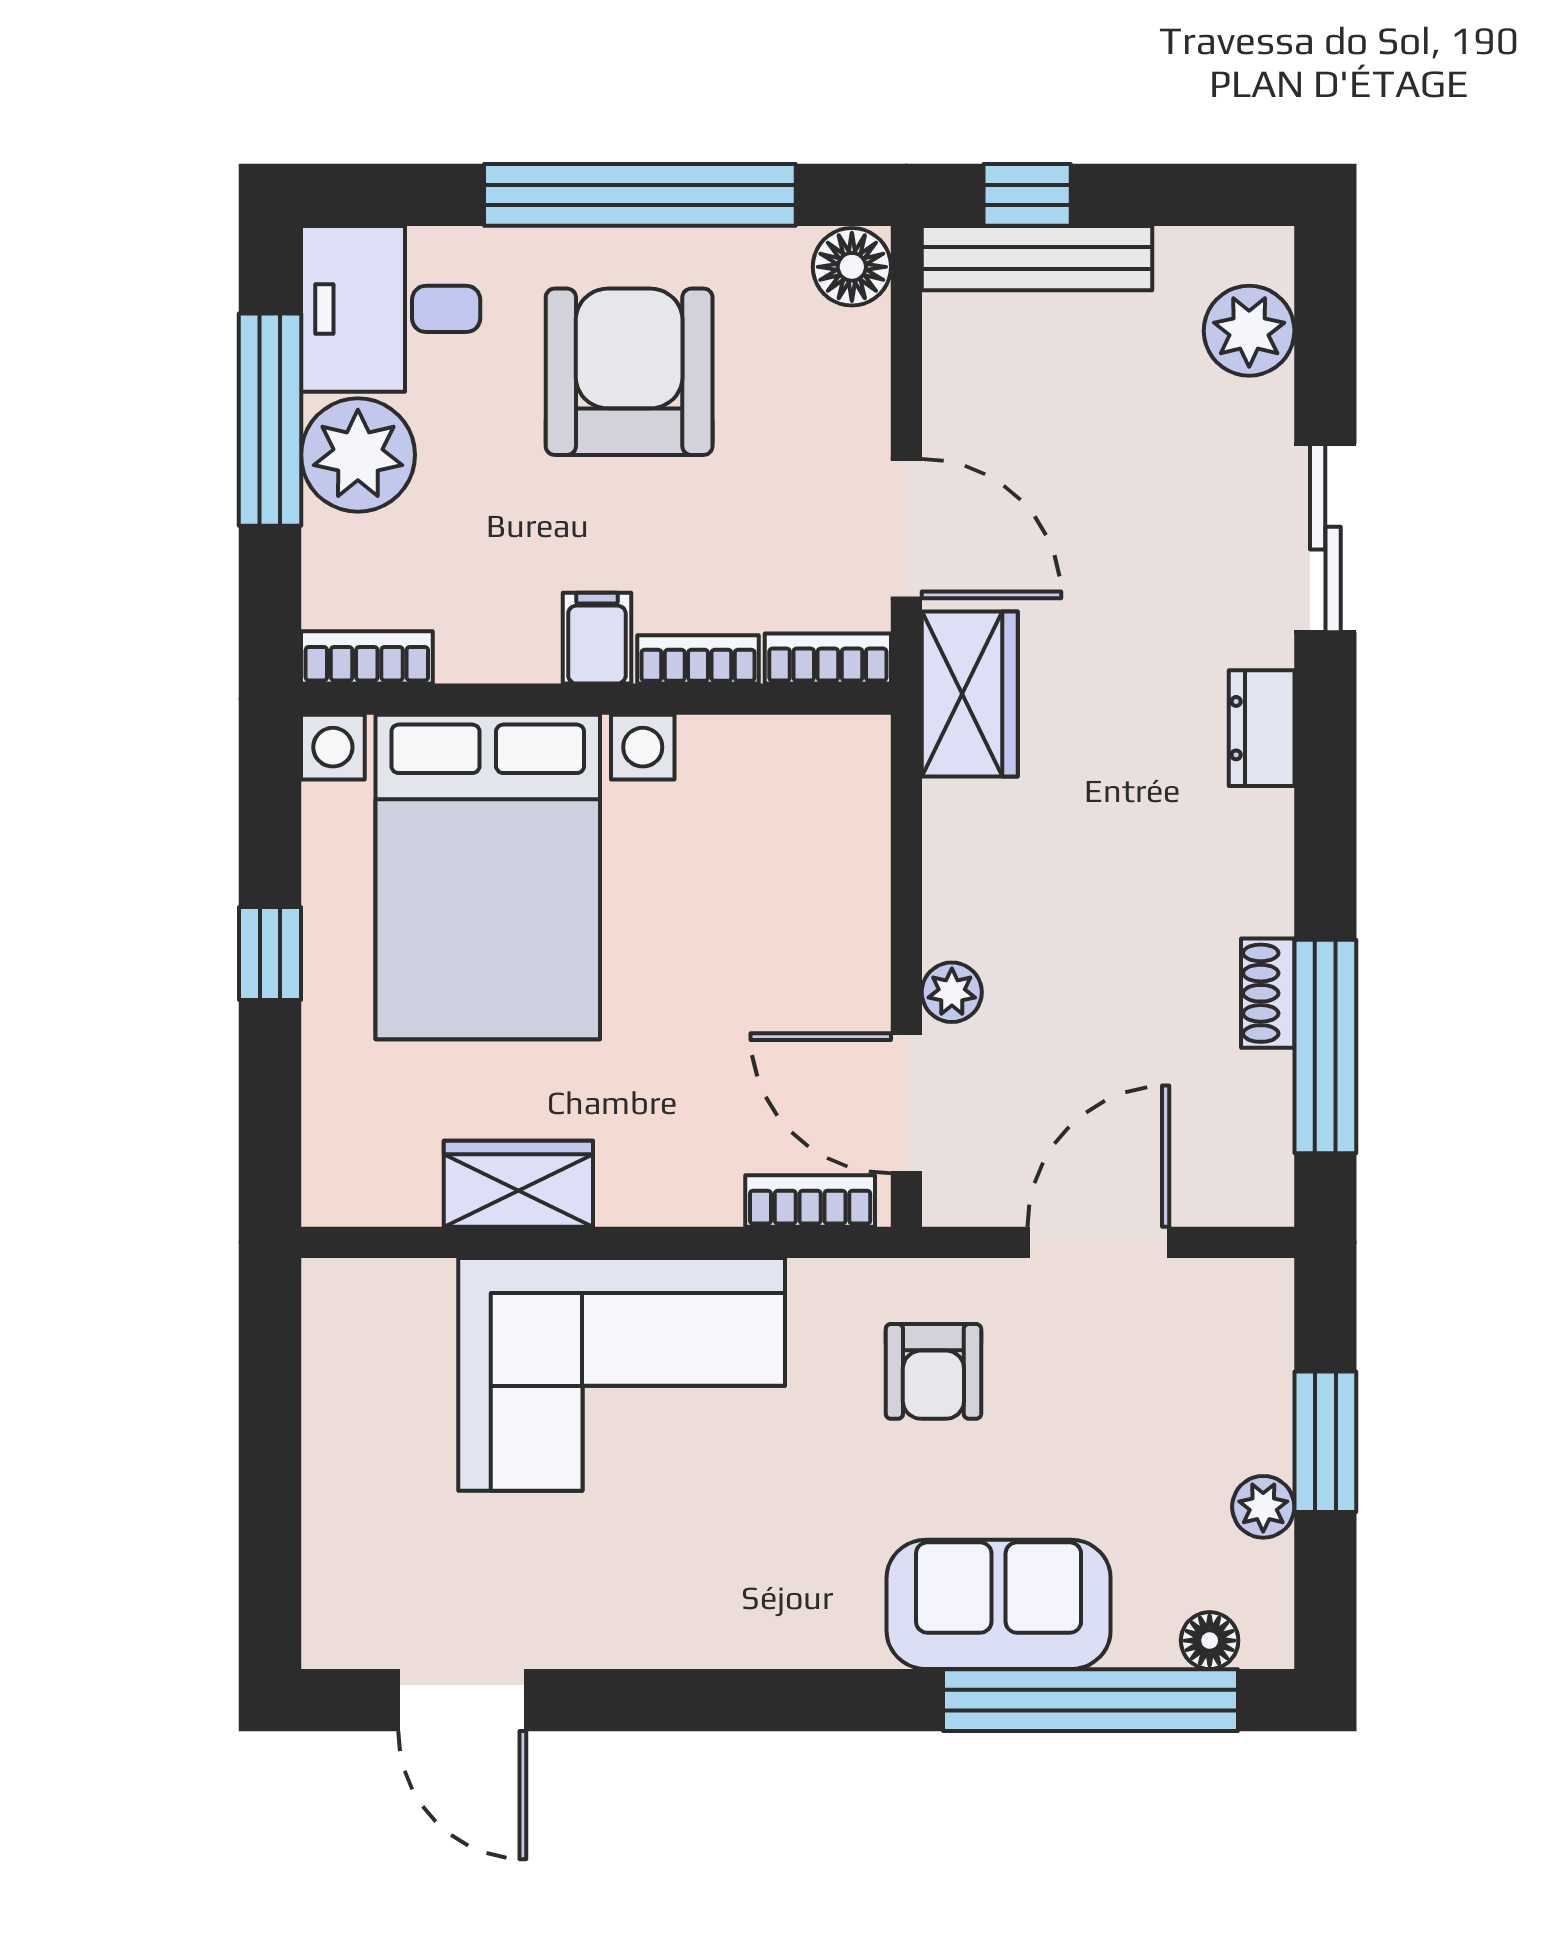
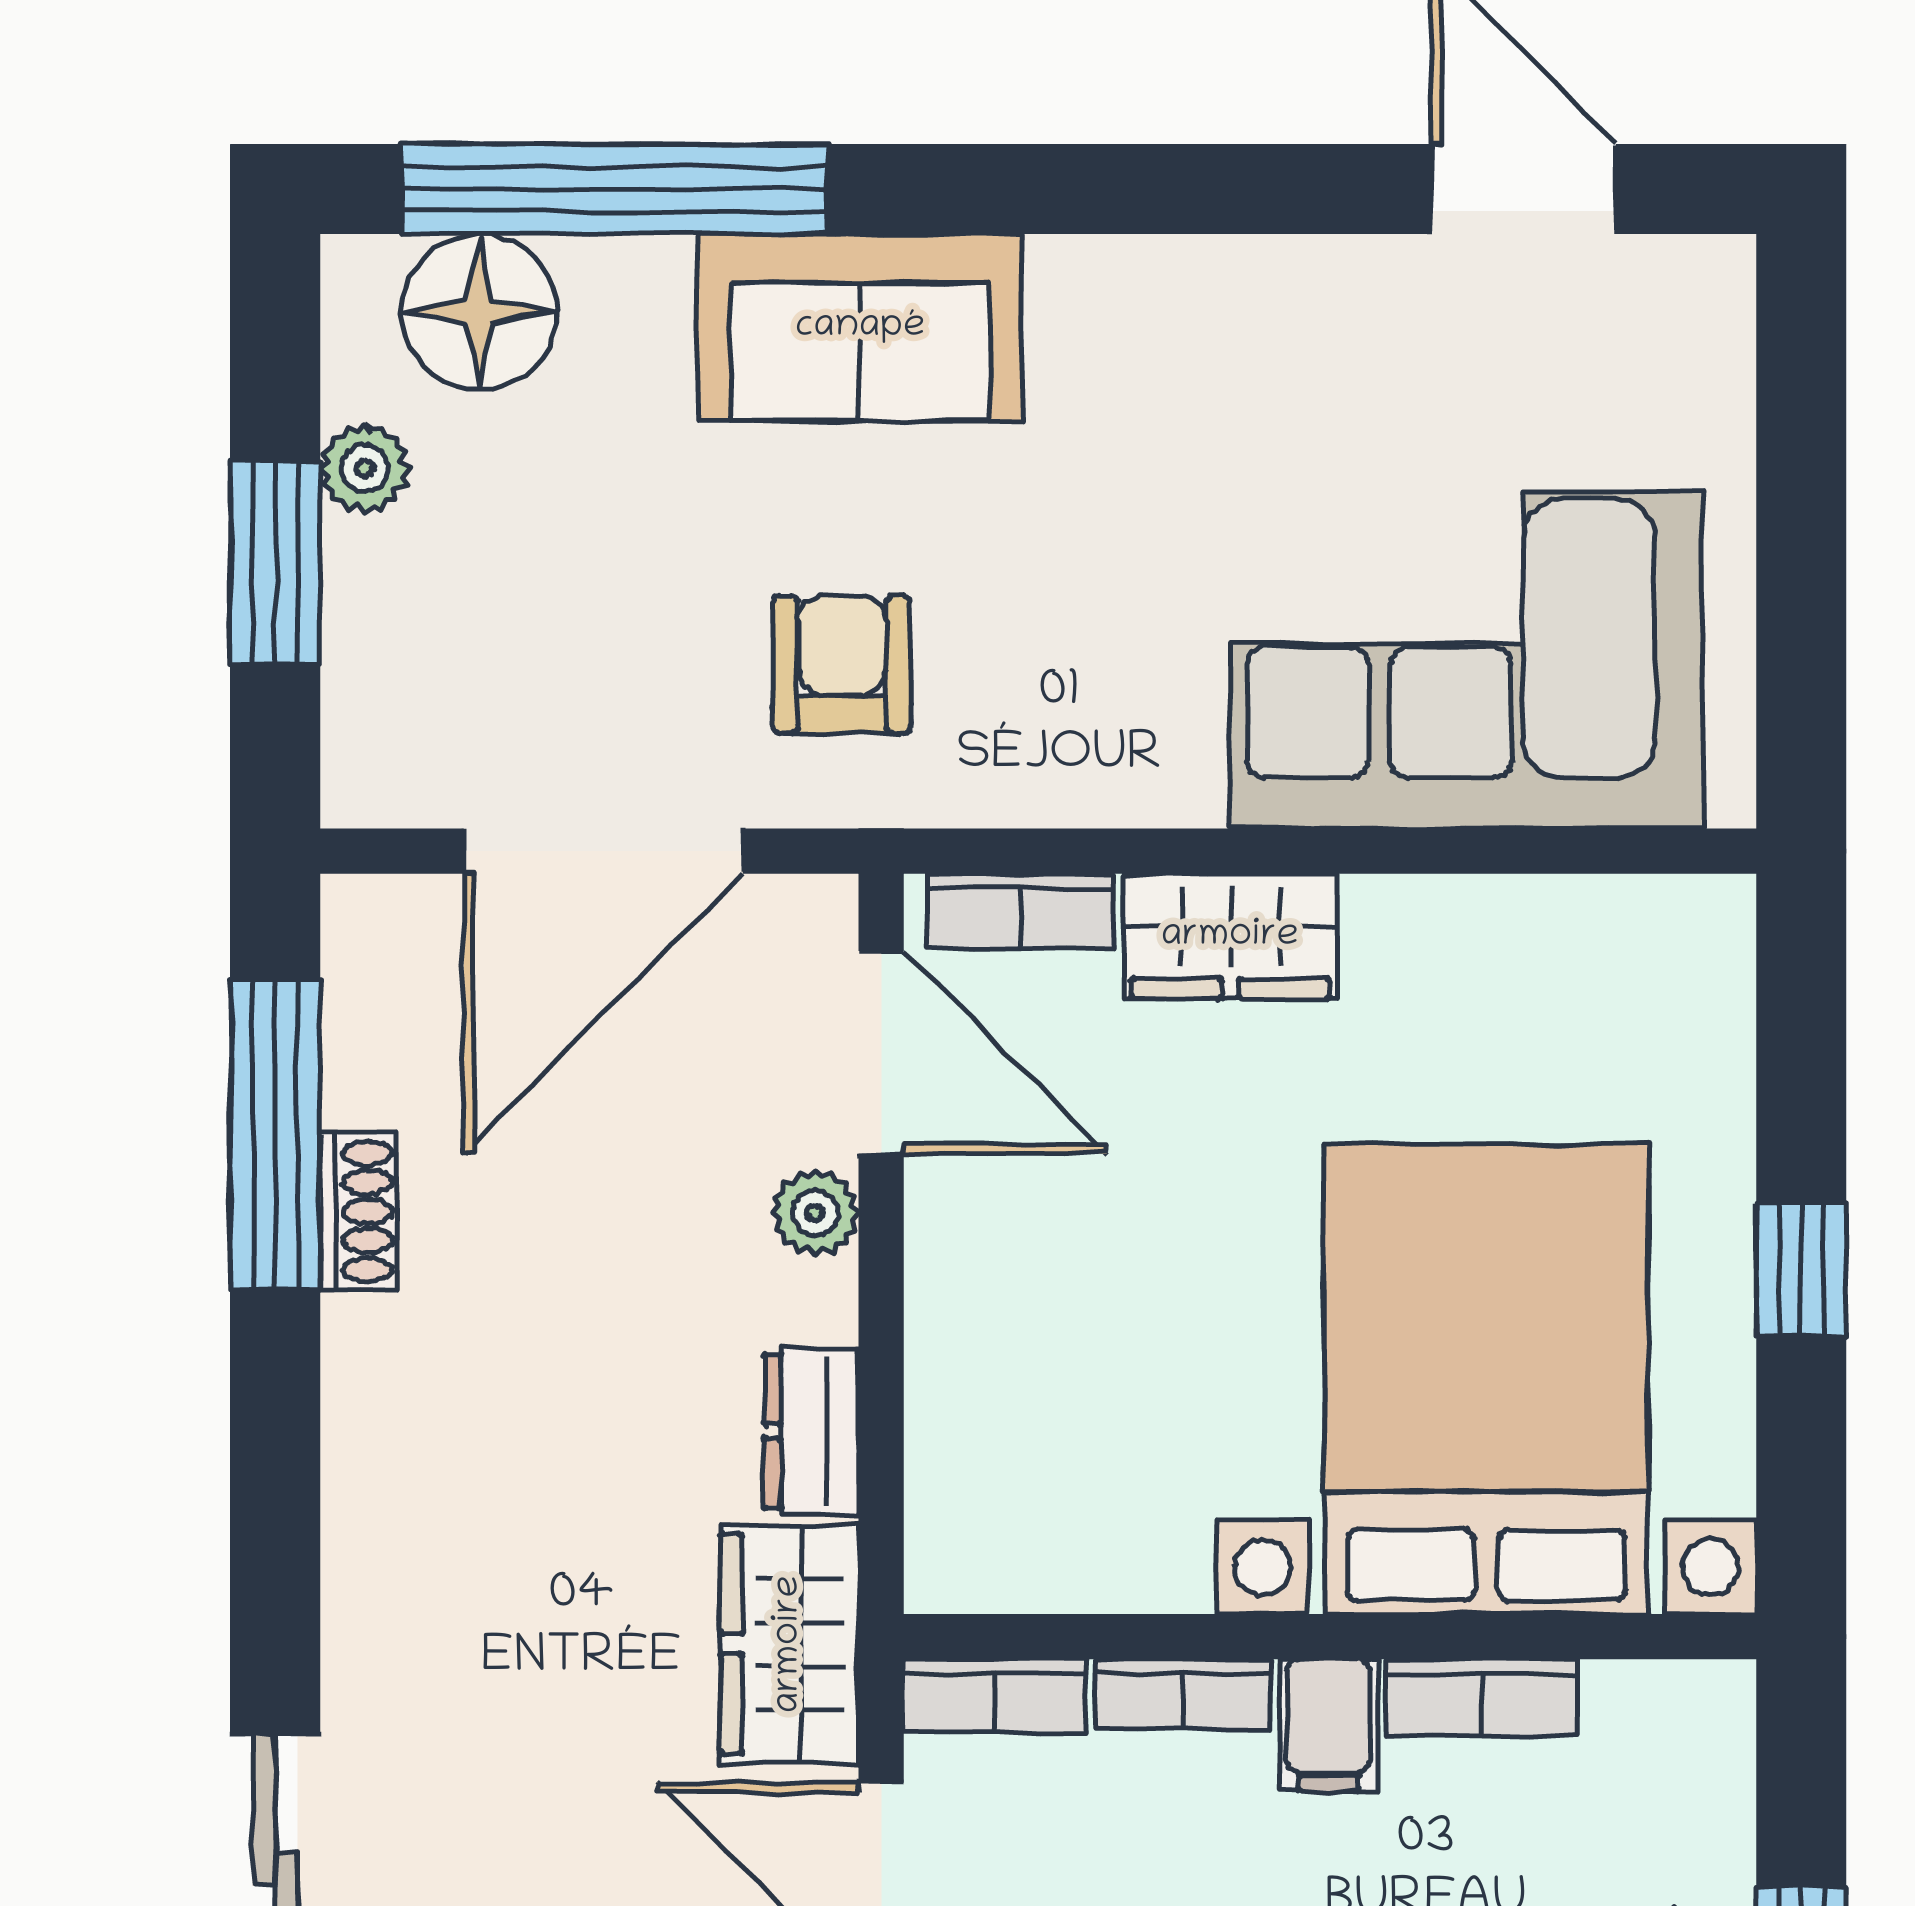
bookcase: (367, 657) -> (1482, 1697), moved
dresser: (1262, 728) -> (811, 1432), moved, turned 180
wardrobe: (518, 1184) -> (1230, 936), moved
door: (1098, 1242) -> (603, 851), width x1.36
corner sofa: (622, 1374) -> (1466, 660), moved
sofa: (999, 1604) -> (860, 327), moved
floor lamp: (1210, 1641) -> (479, 312), width x1.89, depth x1.89

